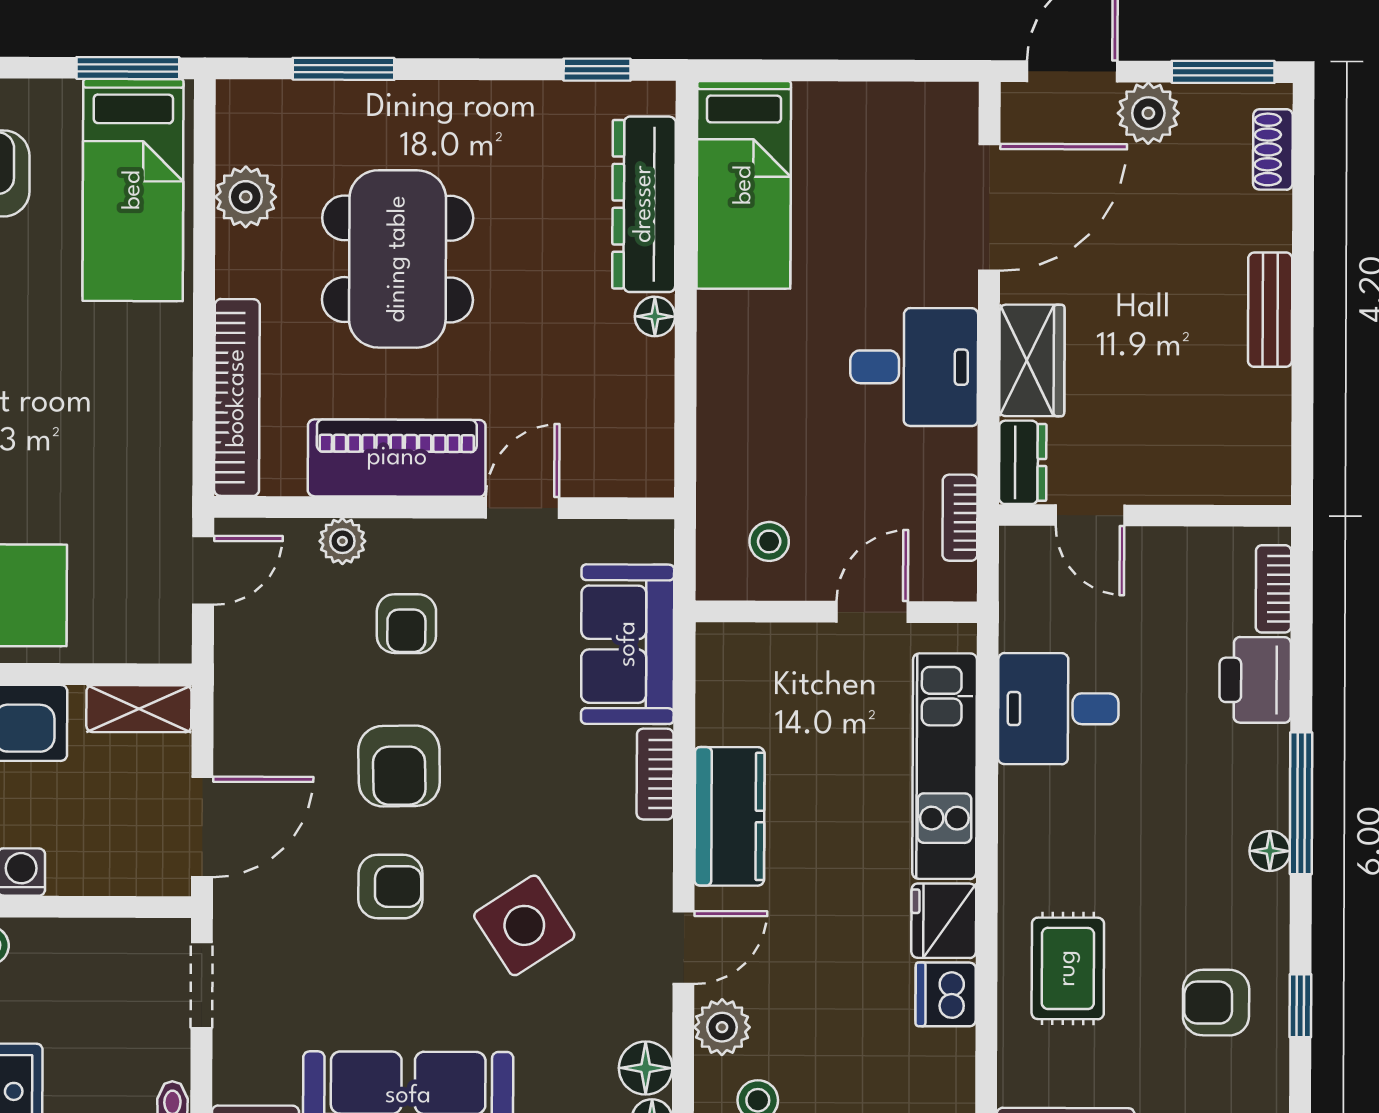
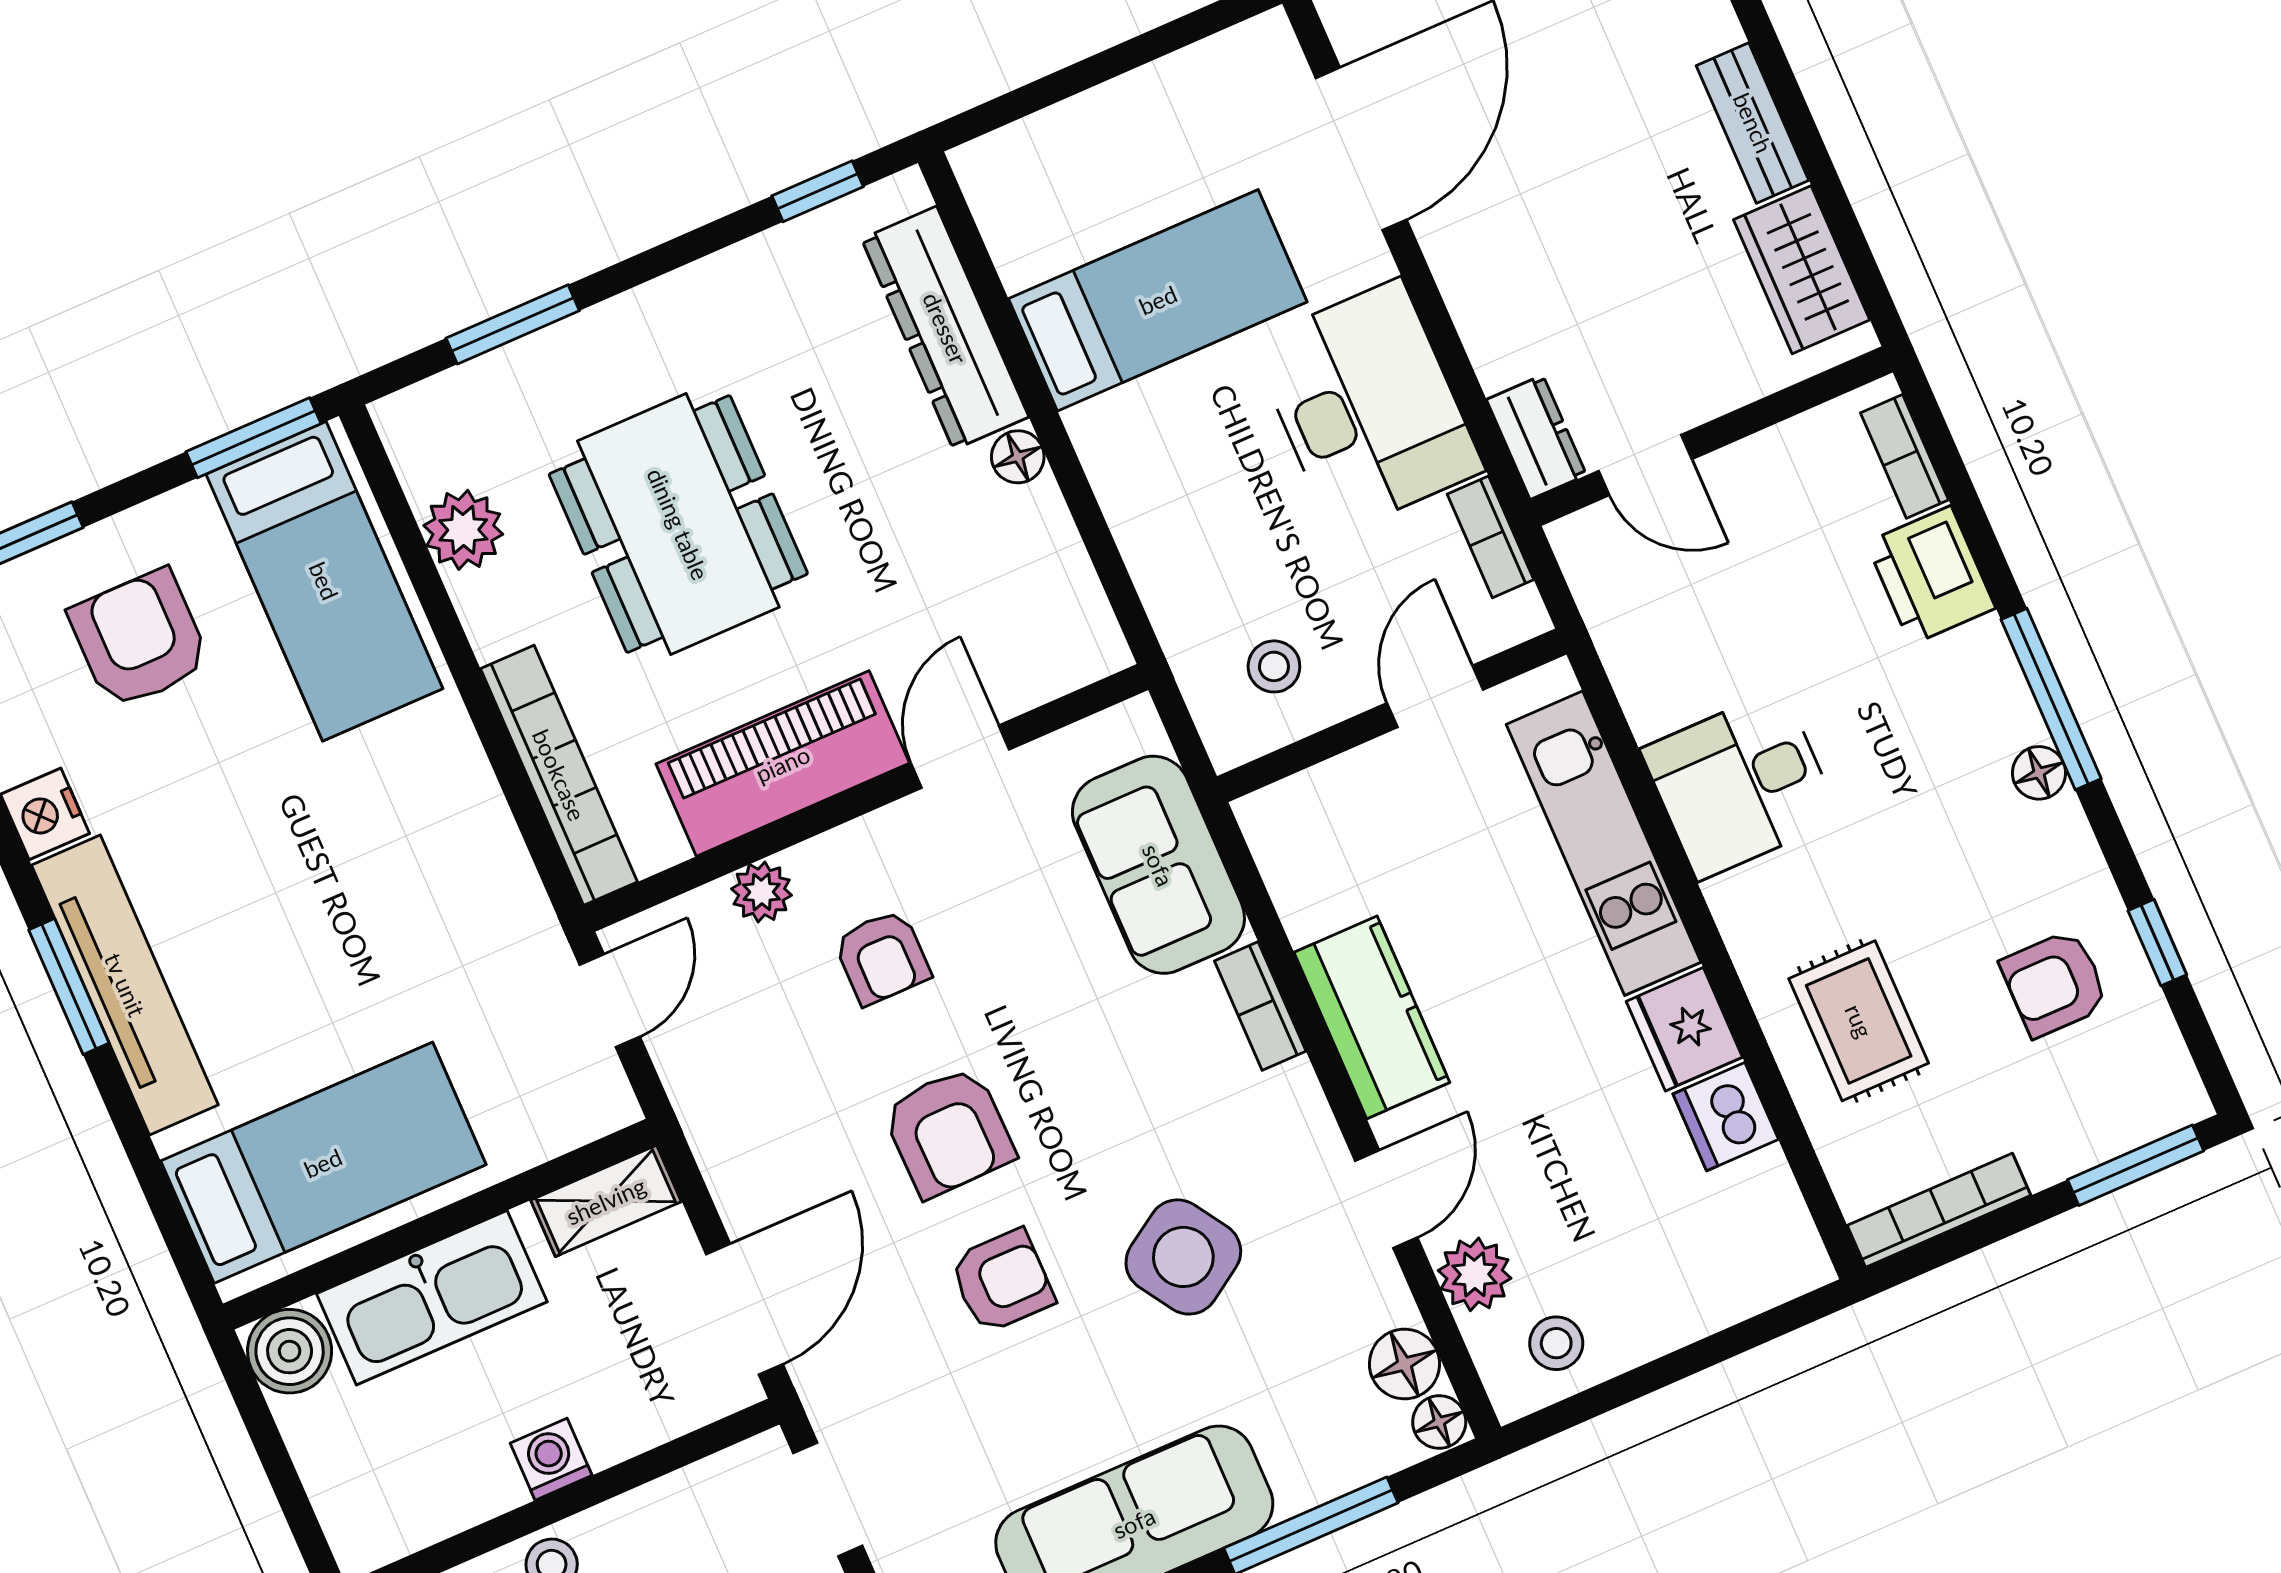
bed: (744, 185) -> (1158, 300), moved, turned -90
wardrobe: (1032, 360) -> (1802, 270), moved, turned 180
desk: (914, 367) -> (1367, 407), width x1.37
desk: (1058, 709) -> (1740, 784), moved

